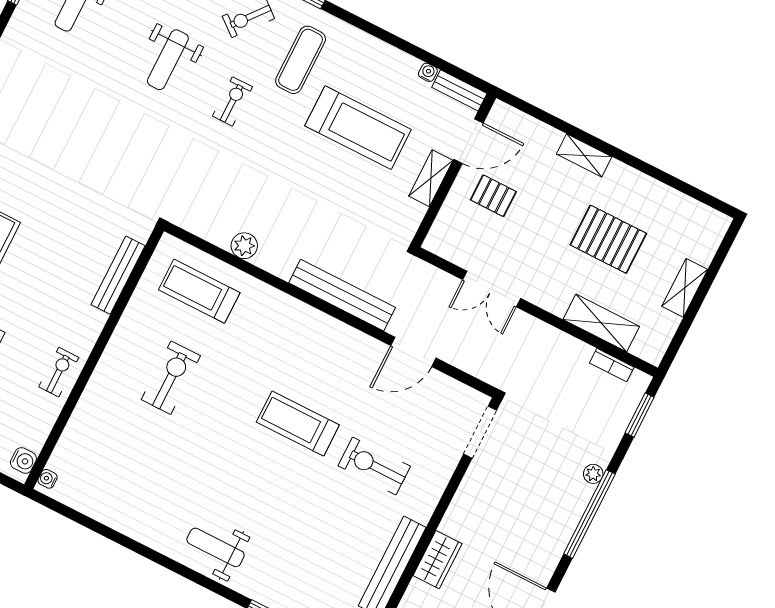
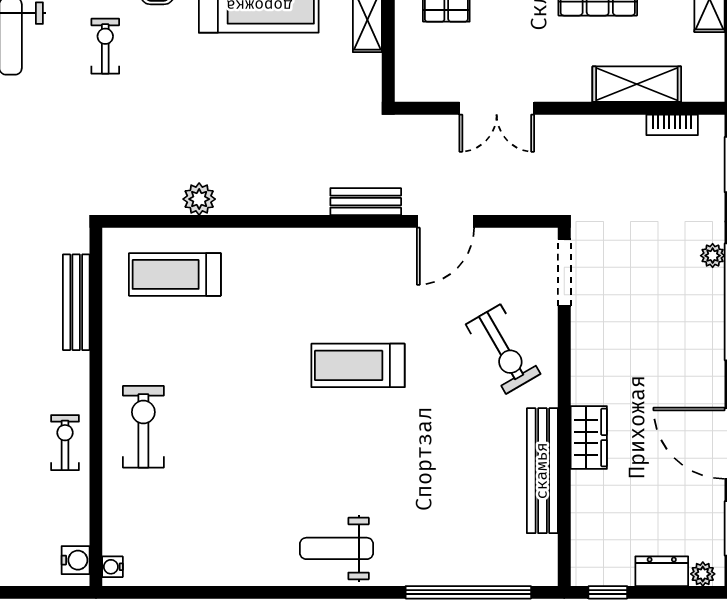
bench: (342, 295) -> (366, 202), width x0.54, depth x0.82
exercise bike: (171, 378) -> (143, 427), moved
exercise bike: (374, 466) -> (503, 349), moved, turned -120

